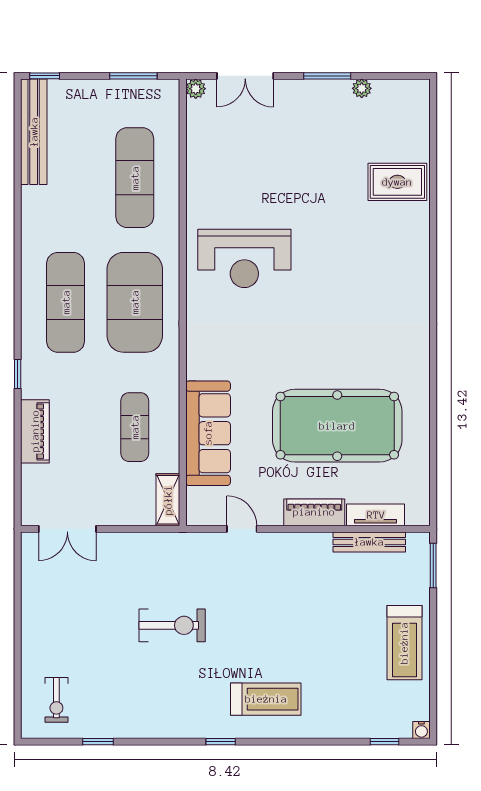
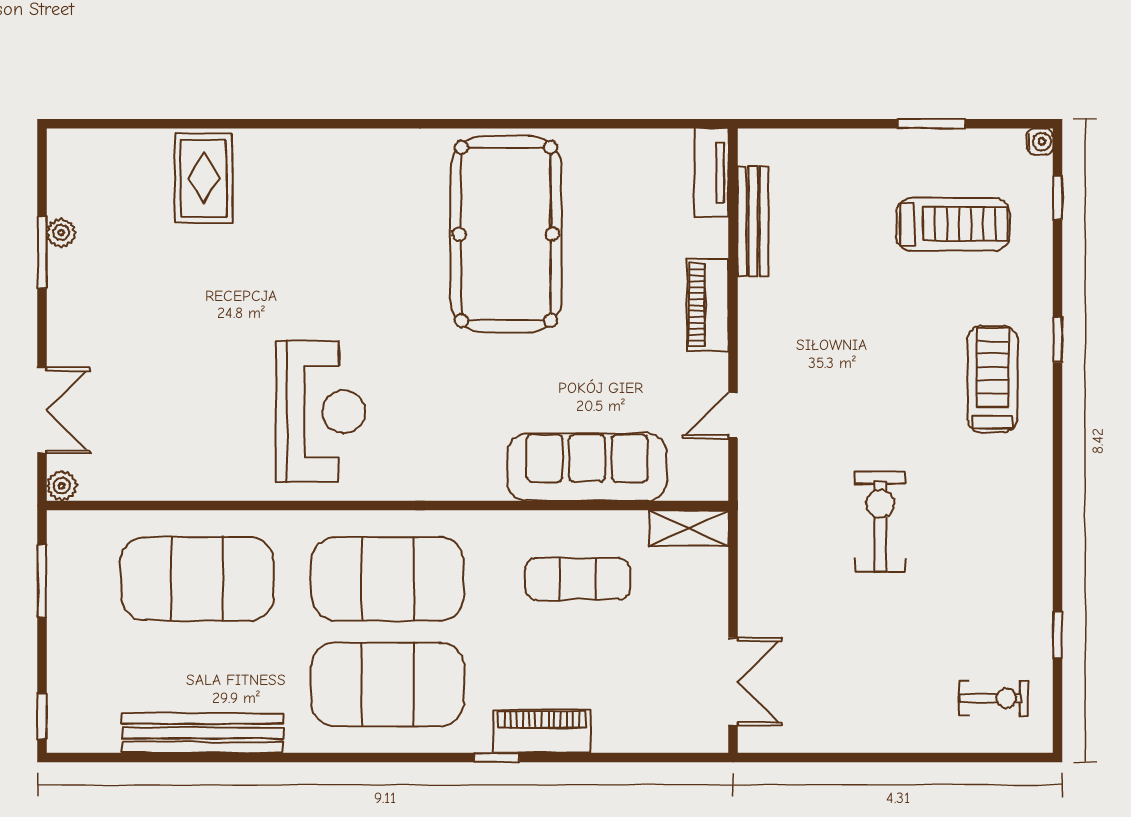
window: (327, 76) -> (42, 252), moved
bench: (34, 132) -> (203, 733), moved
exercise mat: (135, 178) -> (197, 579), width x1.47
exercise mat: (66, 302) -> (388, 684), width x1.47
pool table: (337, 426) -> (506, 234), moved
piano: (35, 431) -> (542, 731), moved
tv unit: (376, 515) -> (712, 172), moved
window: (433, 565) -> (931, 124), moved
treadmill: (404, 643) -> (953, 224), moved
window: (221, 742) -> (1058, 340), moved

